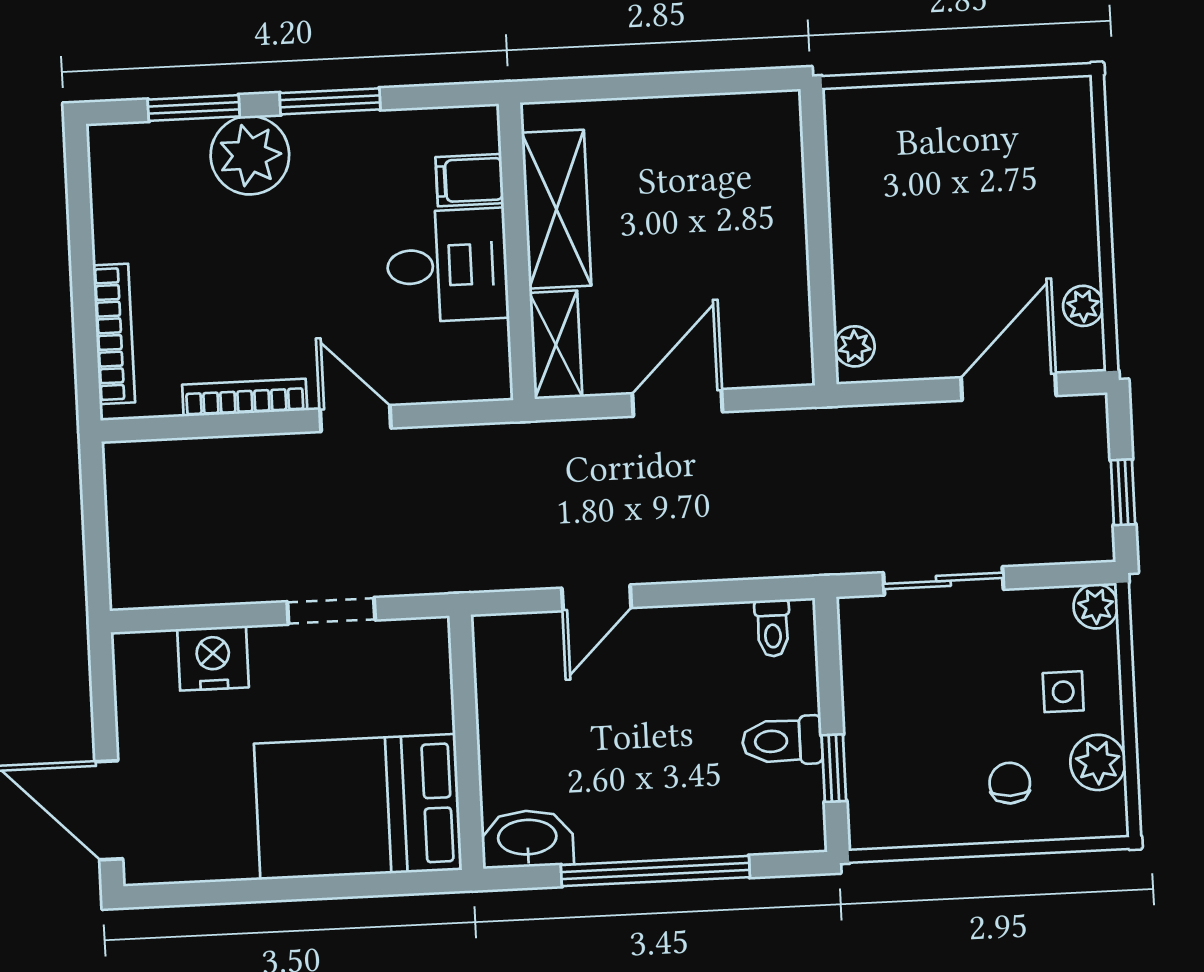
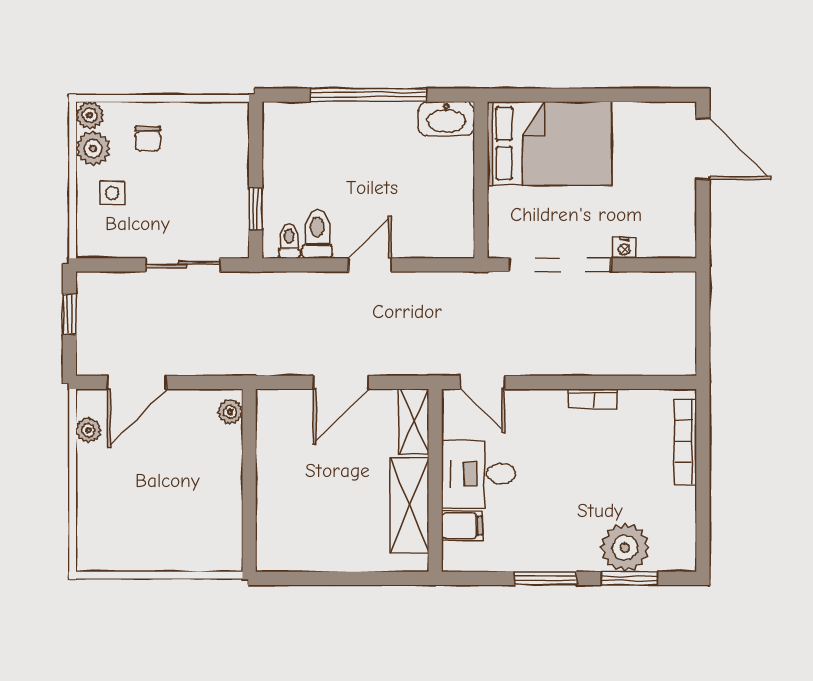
plant: (250, 155) -> (625, 548), moved
bookcase: (245, 398) -> (593, 399), width x0.64
door: (355, 419) -> (482, 382), moved
door: (597, 598) -> (370, 265), moved
plant: (1096, 606) -> (90, 115), moved
doorway: (331, 611) -> (560, 265), width x1.88
nightstand: (213, 658) -> (624, 248), width x0.53, depth x0.56
toilet: (782, 741) -> (317, 234), moved, turned -90
window: (834, 768) -> (256, 209), moved

